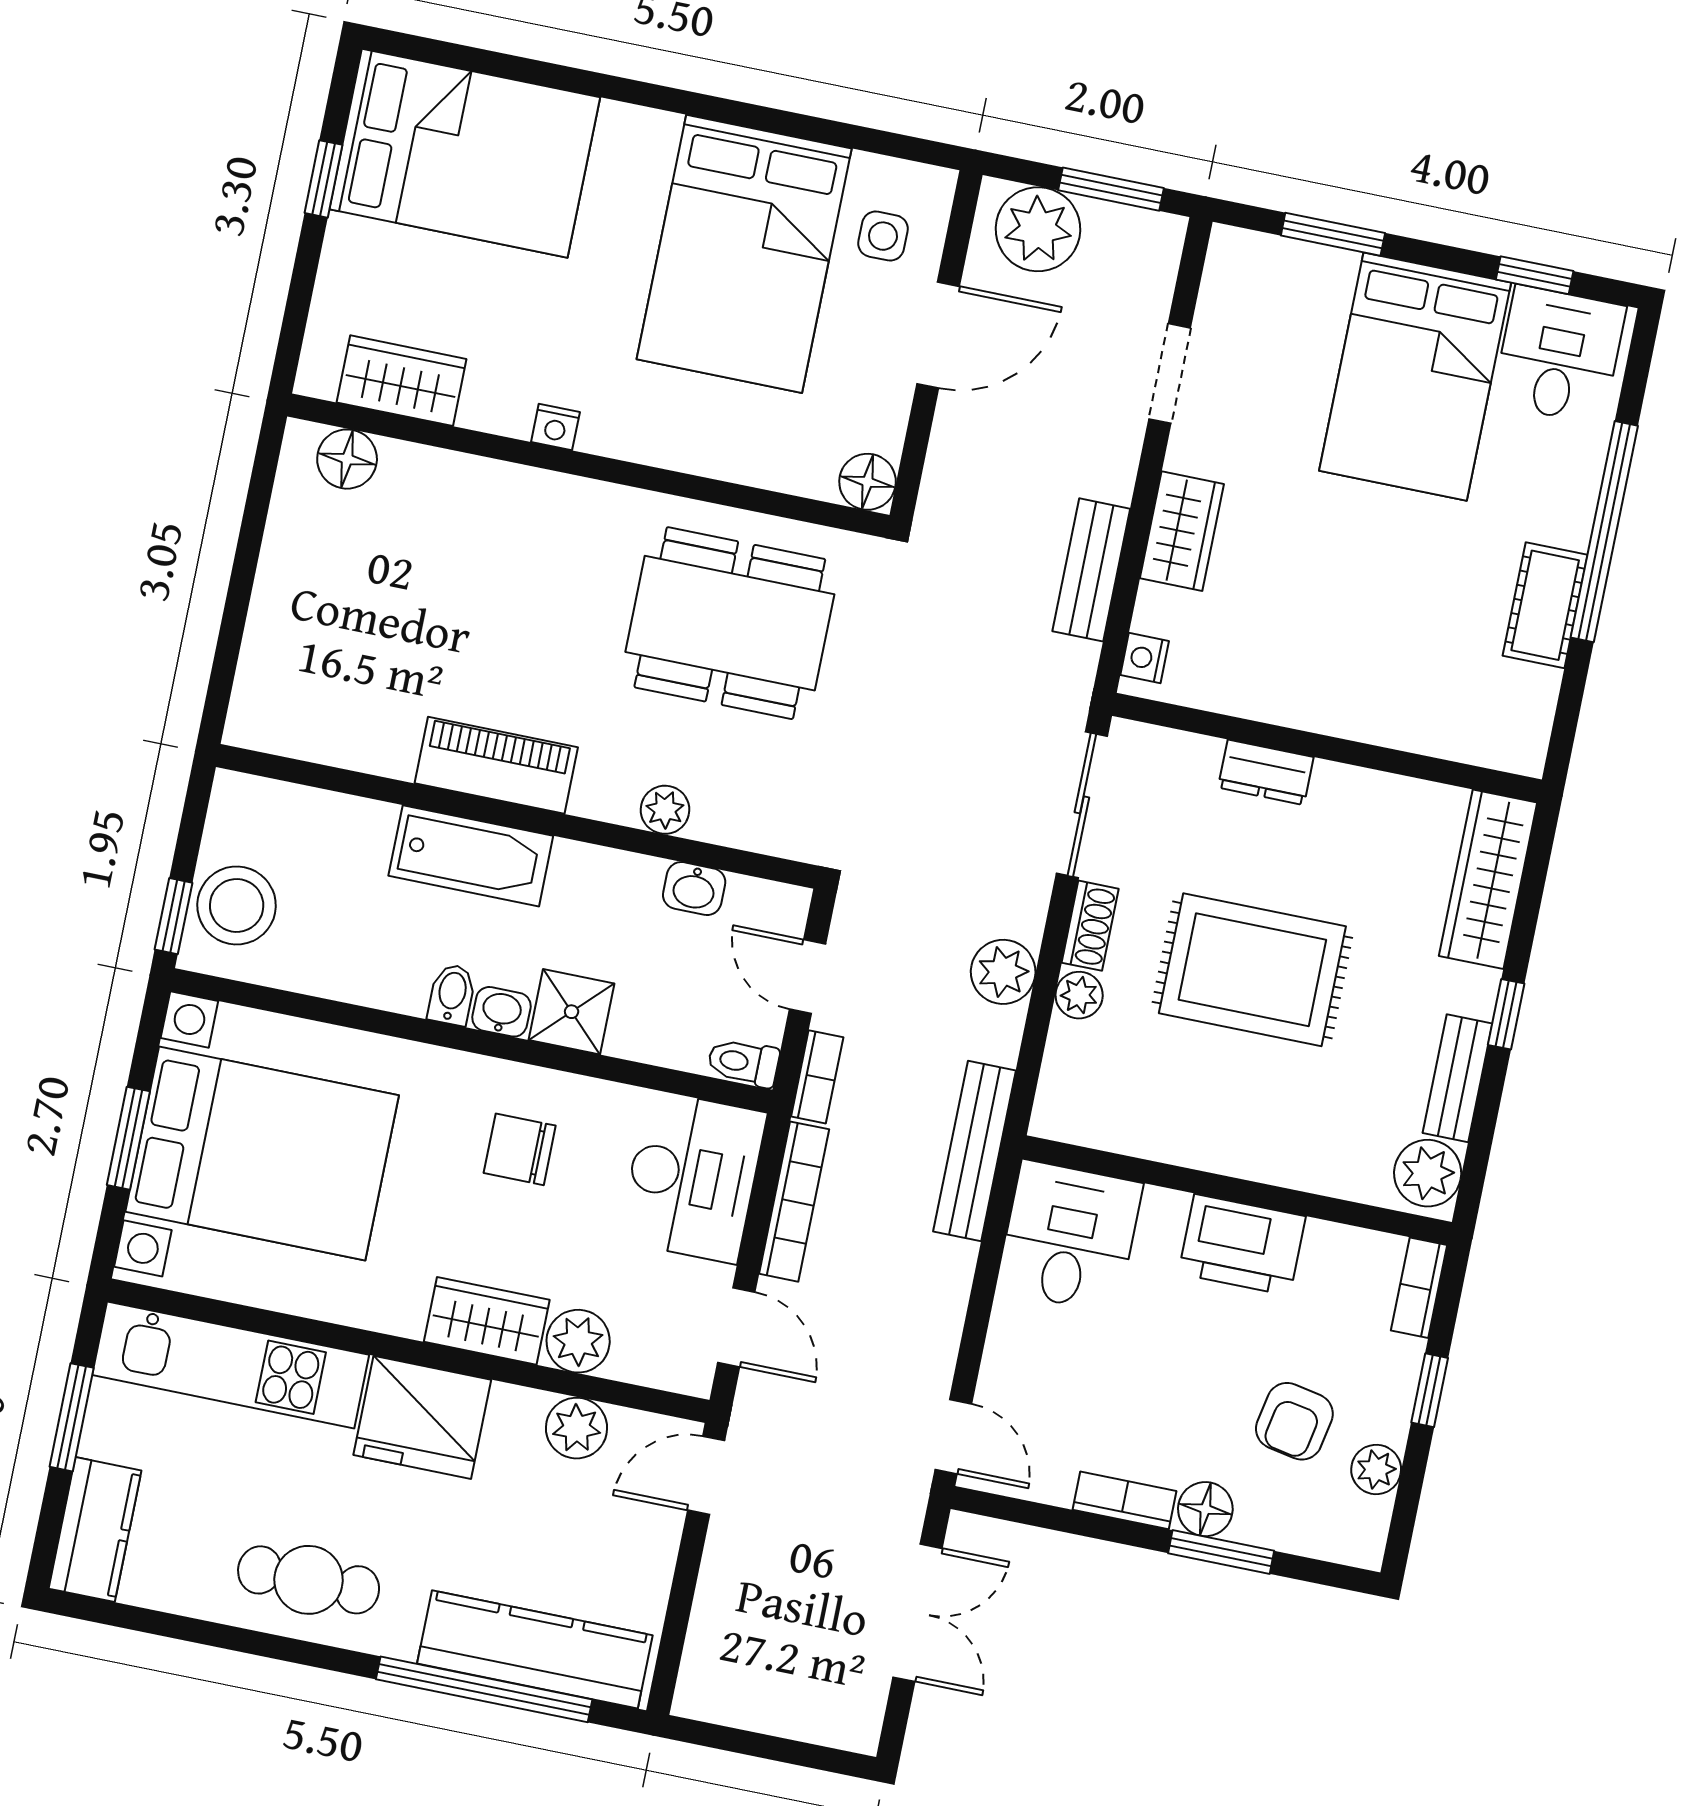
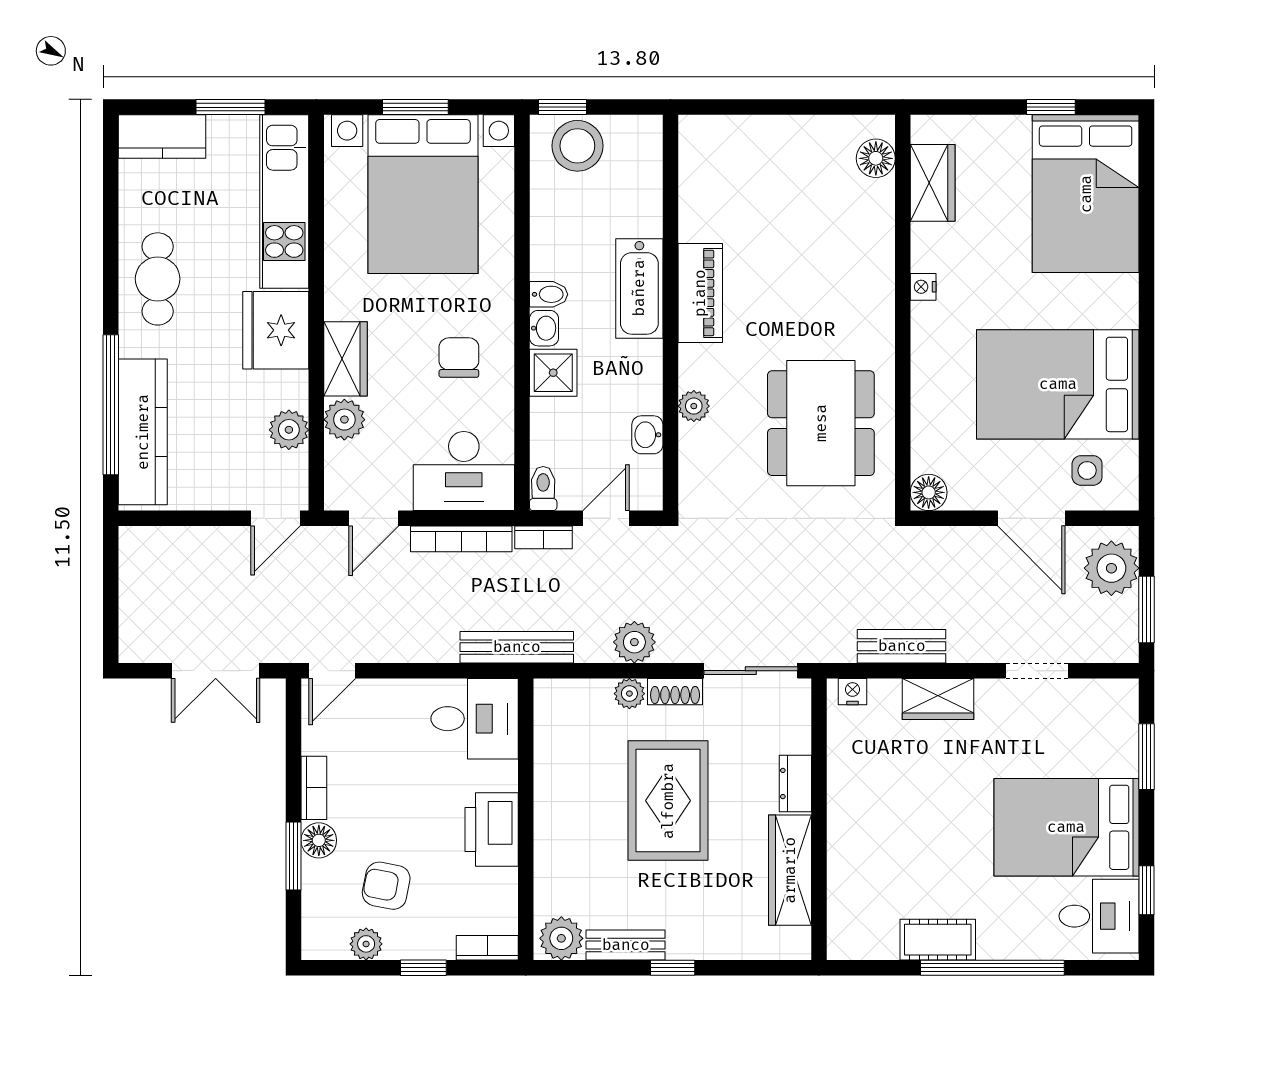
wardrobe: (1488, 879) -> (790, 870), moved, turned -90
door: (706, 1475) -> (276, 518), swing flipped

